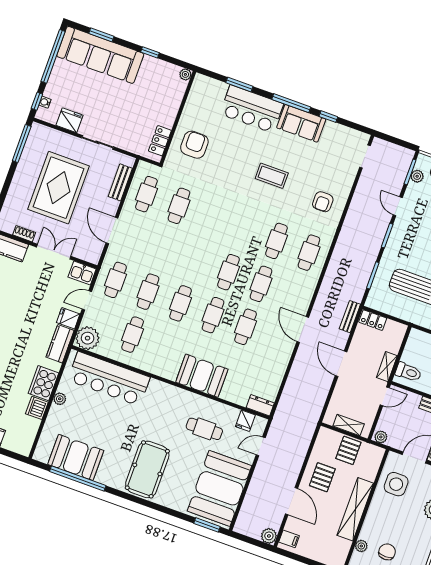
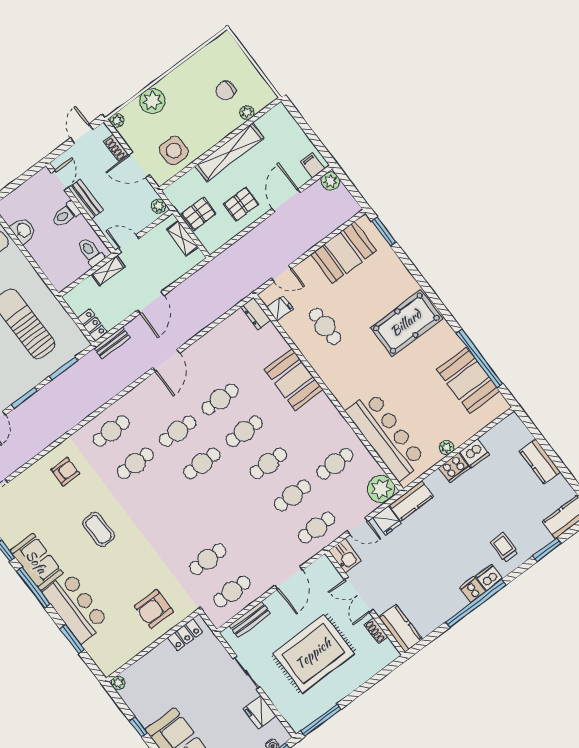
cooker: (43, 383) -> (454, 468), width x0.73, depth x0.76
booth: (219, 488) -> (344, 253), width x0.73, depth x0.70

